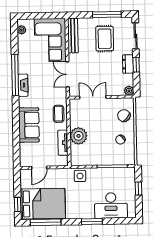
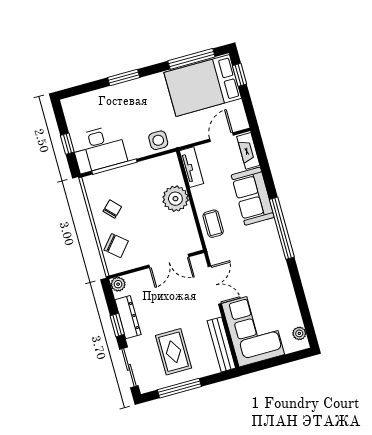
dresser: (128, 64) -> (128, 317), width x1.44
window: (15, 75) -> (282, 228), moved
fireplace: (23, 85) -> (248, 151), moved
tv unit: (63, 143) -> (192, 167), moved
desk: (111, 205) -> (99, 149), moved, turned 180

